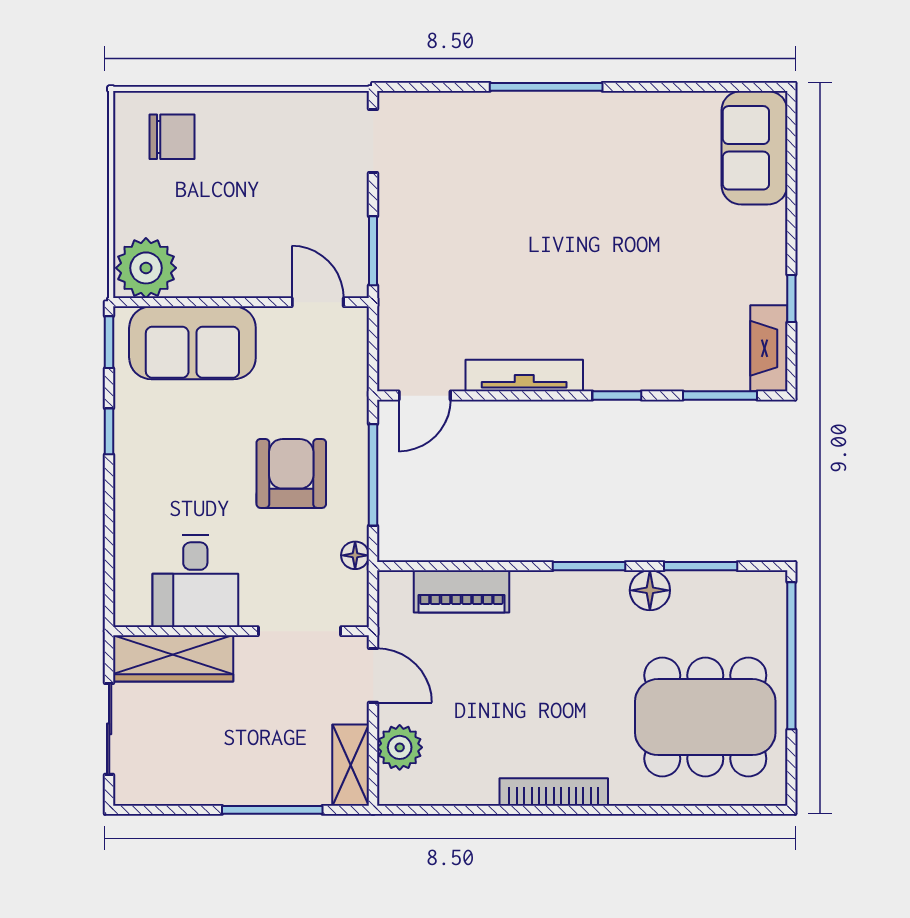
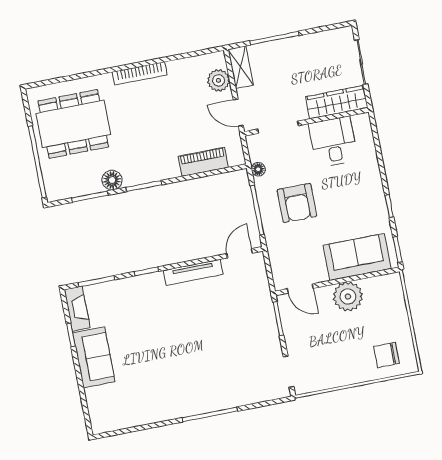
sofa: (754, 148) -> (94, 357), moved
plant: (146, 268) -> (348, 296), moved

